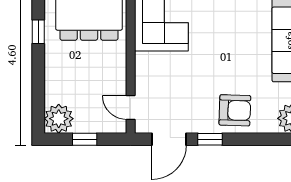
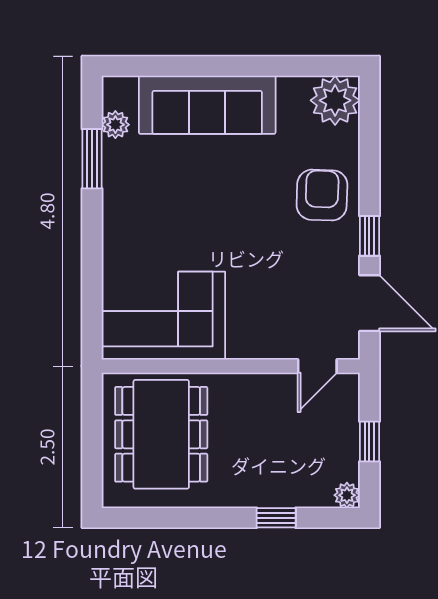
window: (38, 32) -> (276, 518), moved
plant: (59, 119) -> (347, 495), width x0.53, depth x0.53

